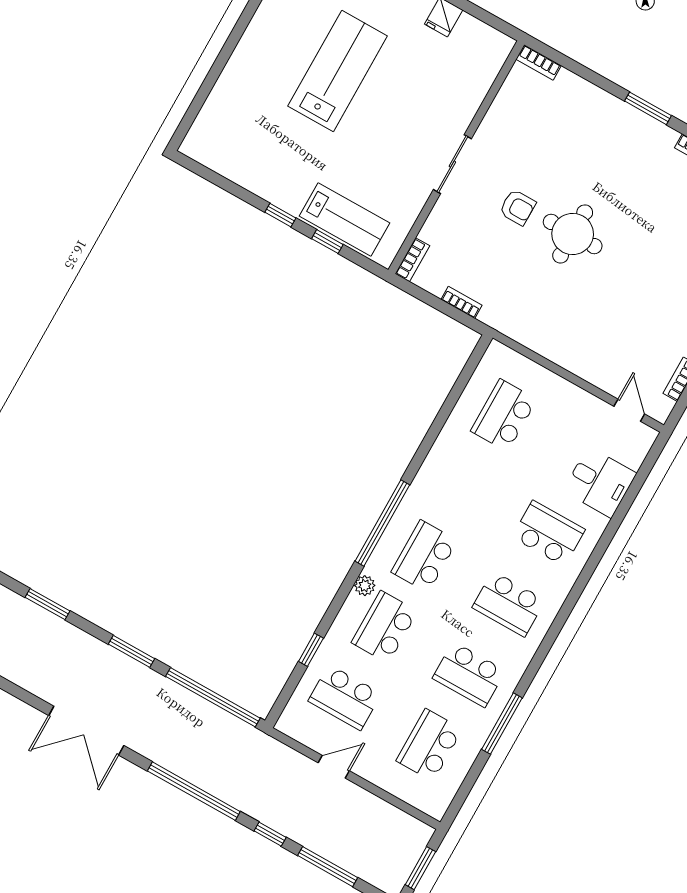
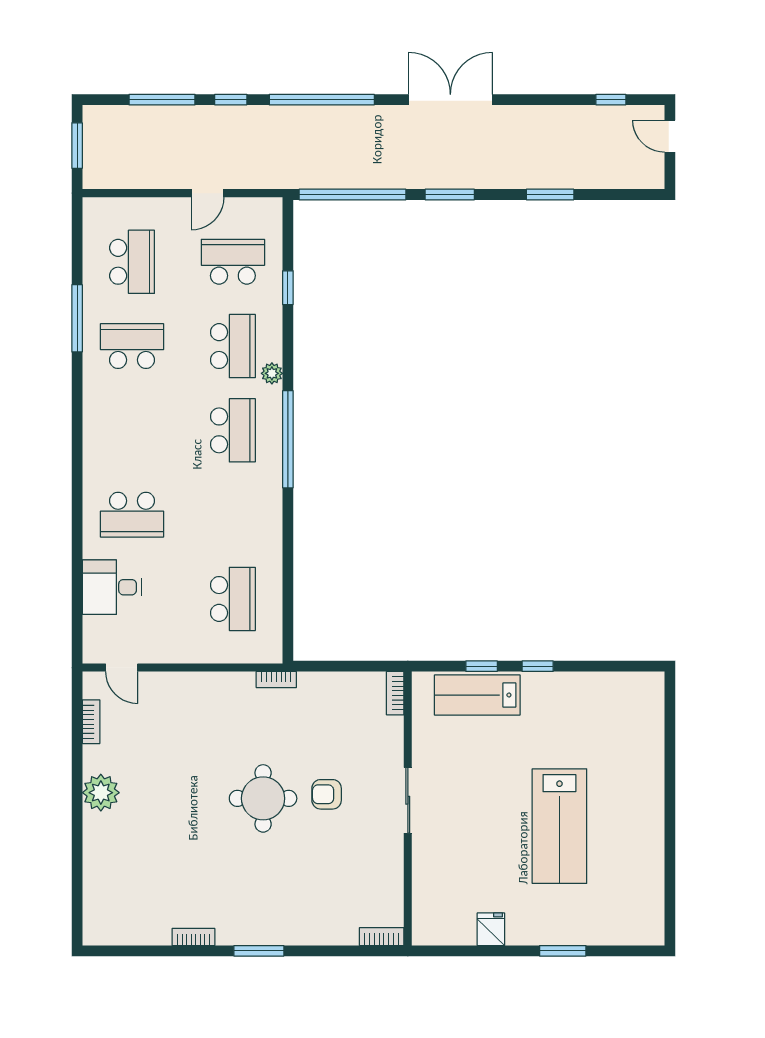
bookcase: (462, 302) -> (276, 680), moved
school desk: (509, 604) -> (132, 430), removed

